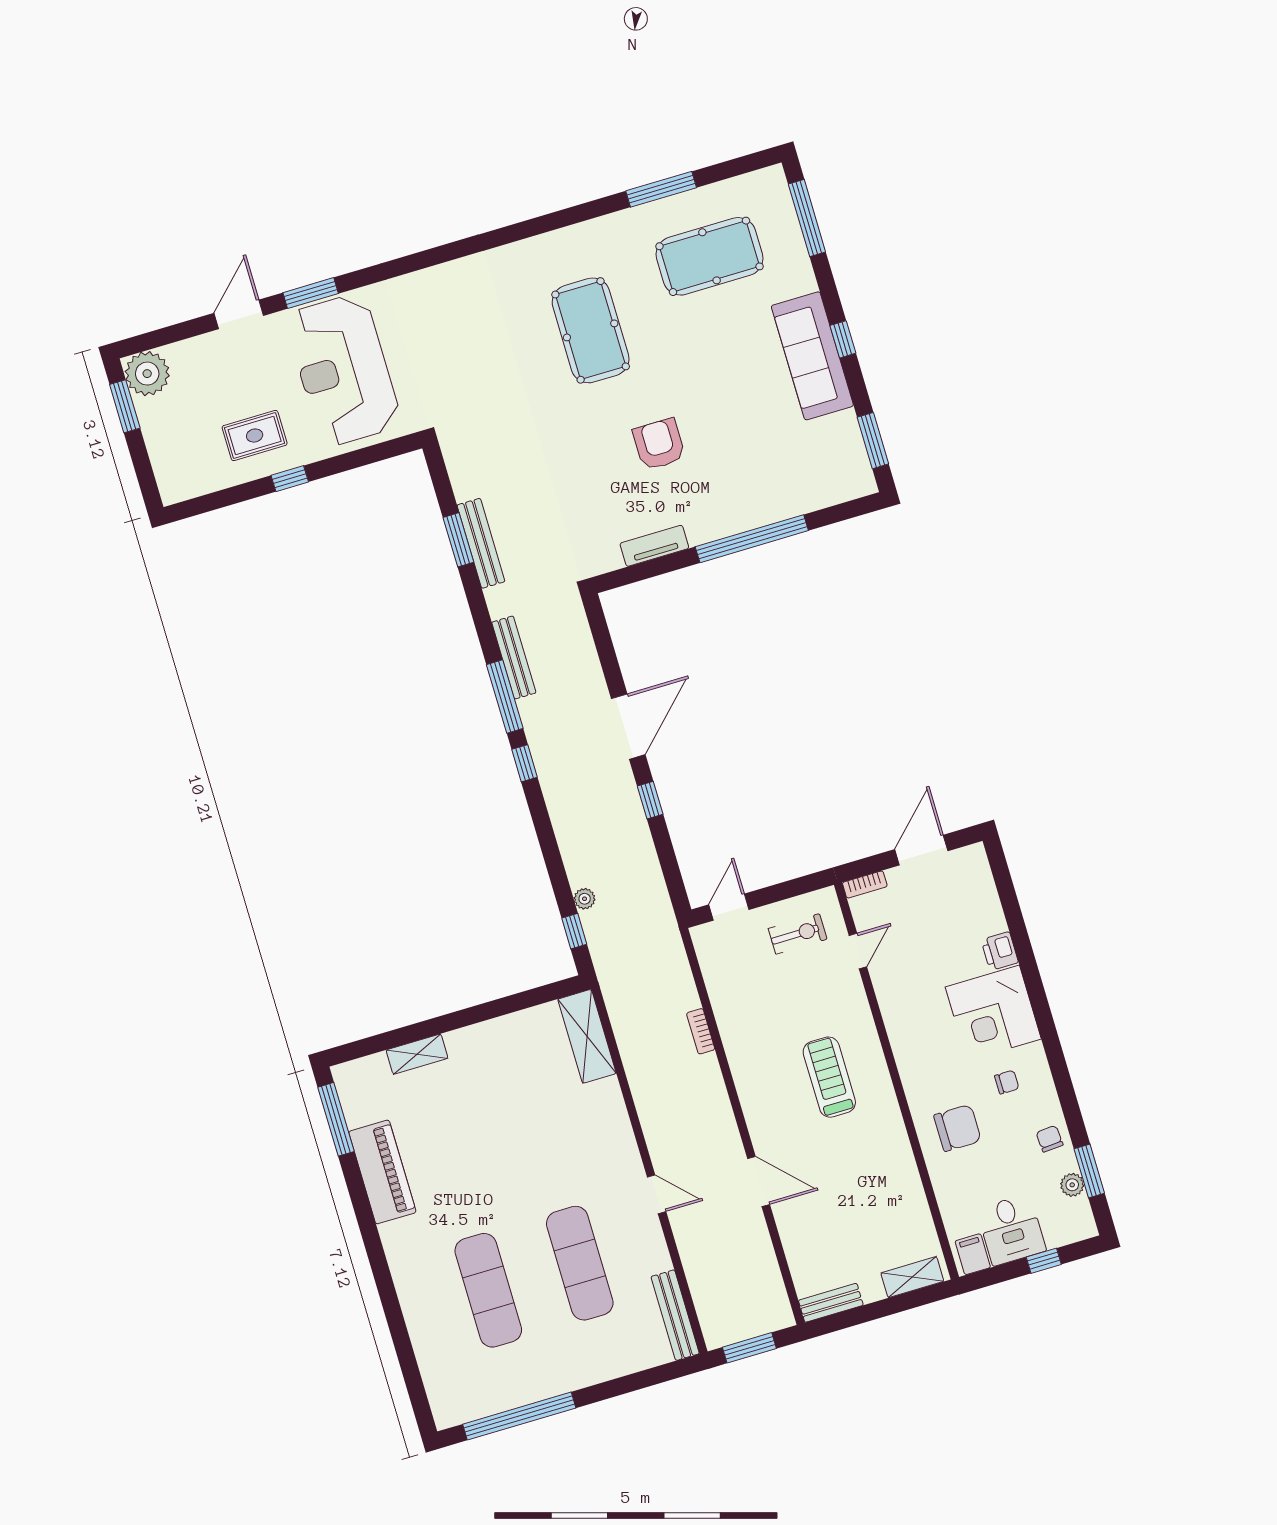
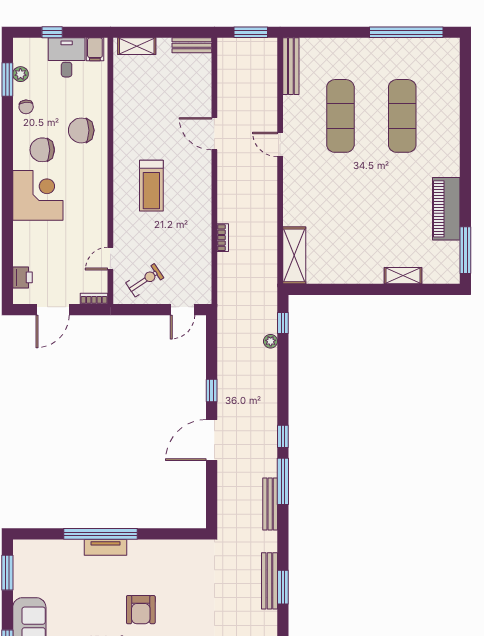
tv unit: (654, 546) -> (105, 547), moved
exercise bike: (798, 934) -> (145, 280), turned 146
printer: (1000, 951) -> (23, 277), moved
chair: (1007, 1082) -> (42, 150), width x1.87, depth x1.87

